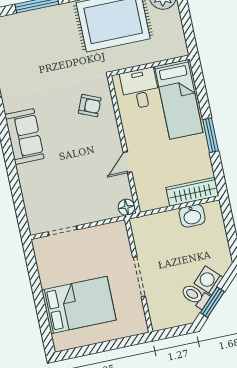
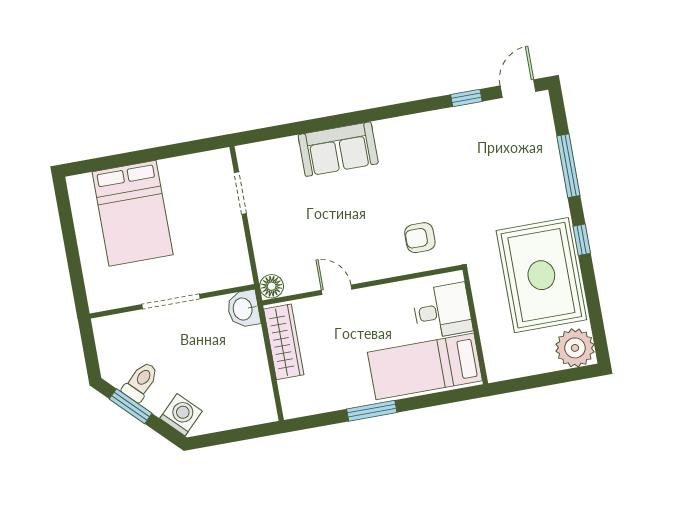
armchair: (90, 106) -> (420, 238), turned 67
sofa: (24, 136) -> (338, 149), moved
wardrobe: (192, 192) -> (284, 342), moved
washbasin: (192, 216) -> (243, 309), moved
washing machine: (209, 280) -> (181, 415), moved

